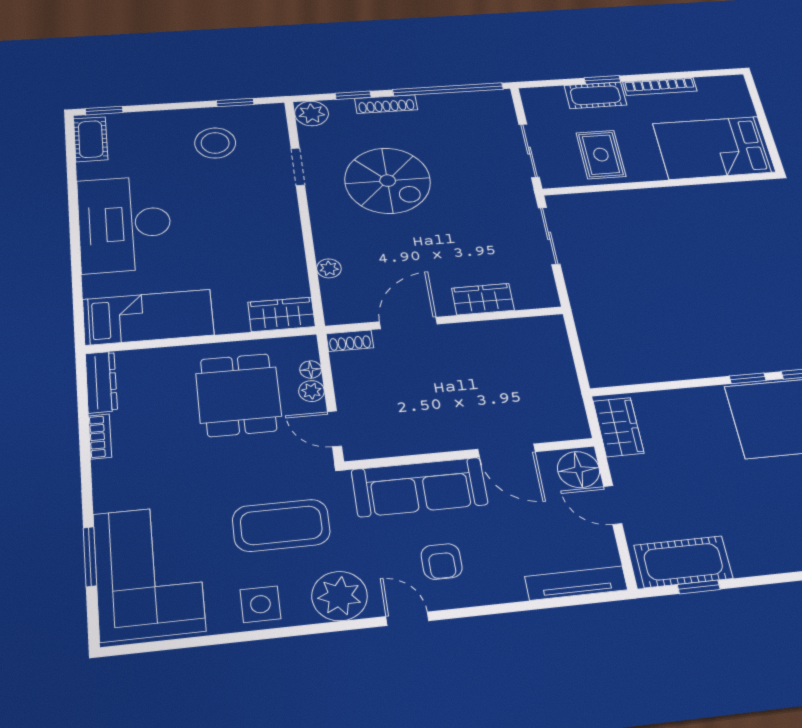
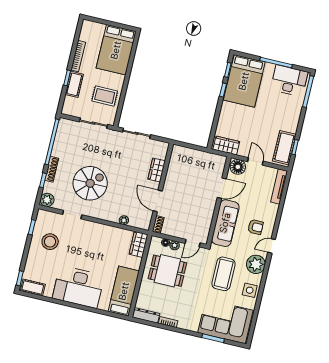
door: (613, 505) -> (255, 161), swing flipped

